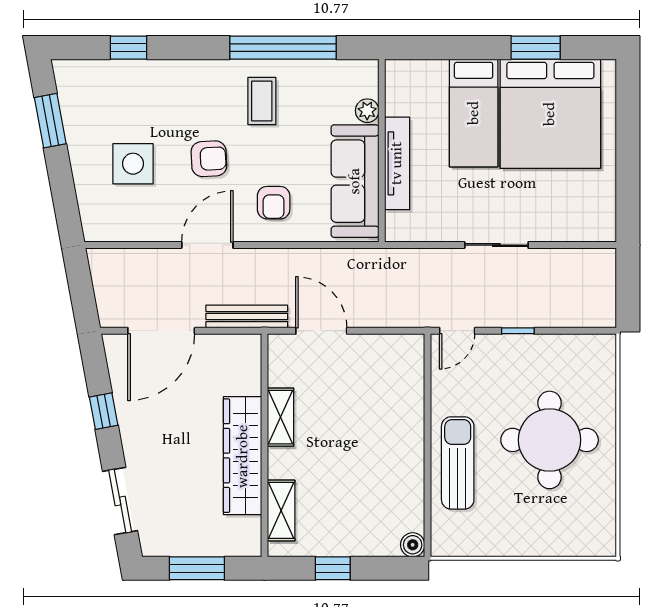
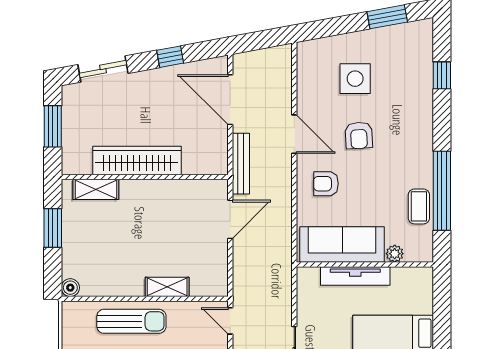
coffee table: (262, 101) -> (419, 206), moved, turned 90
shelving: (280, 417) -> (167, 287), moved
window: (333, 568) -> (53, 228), width x1.50

